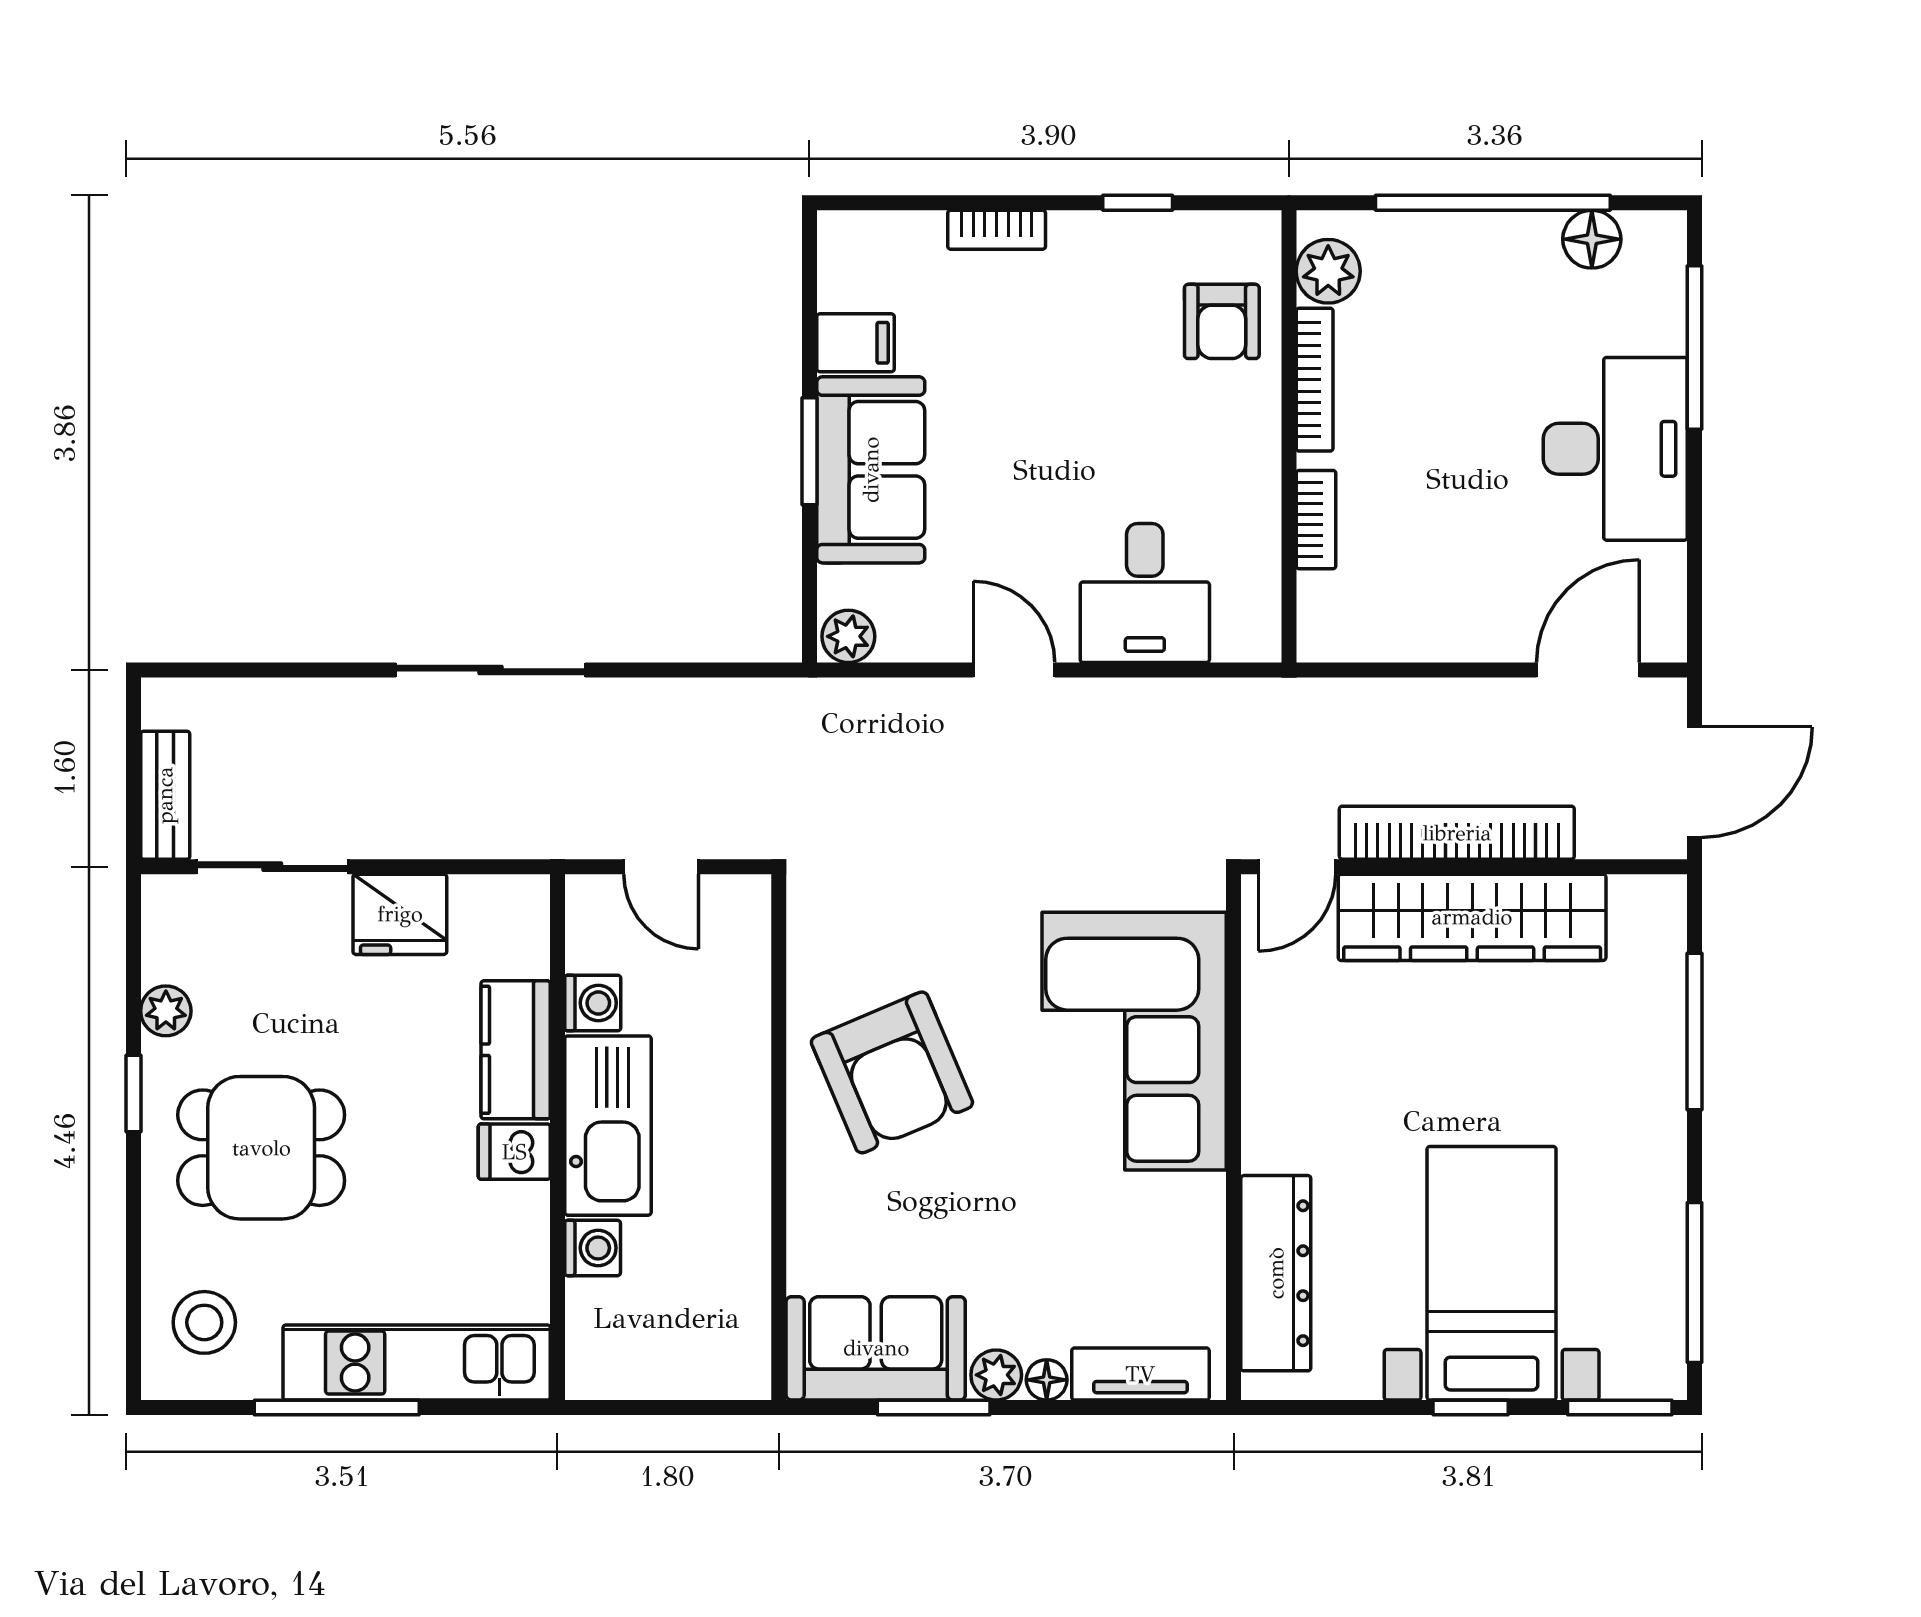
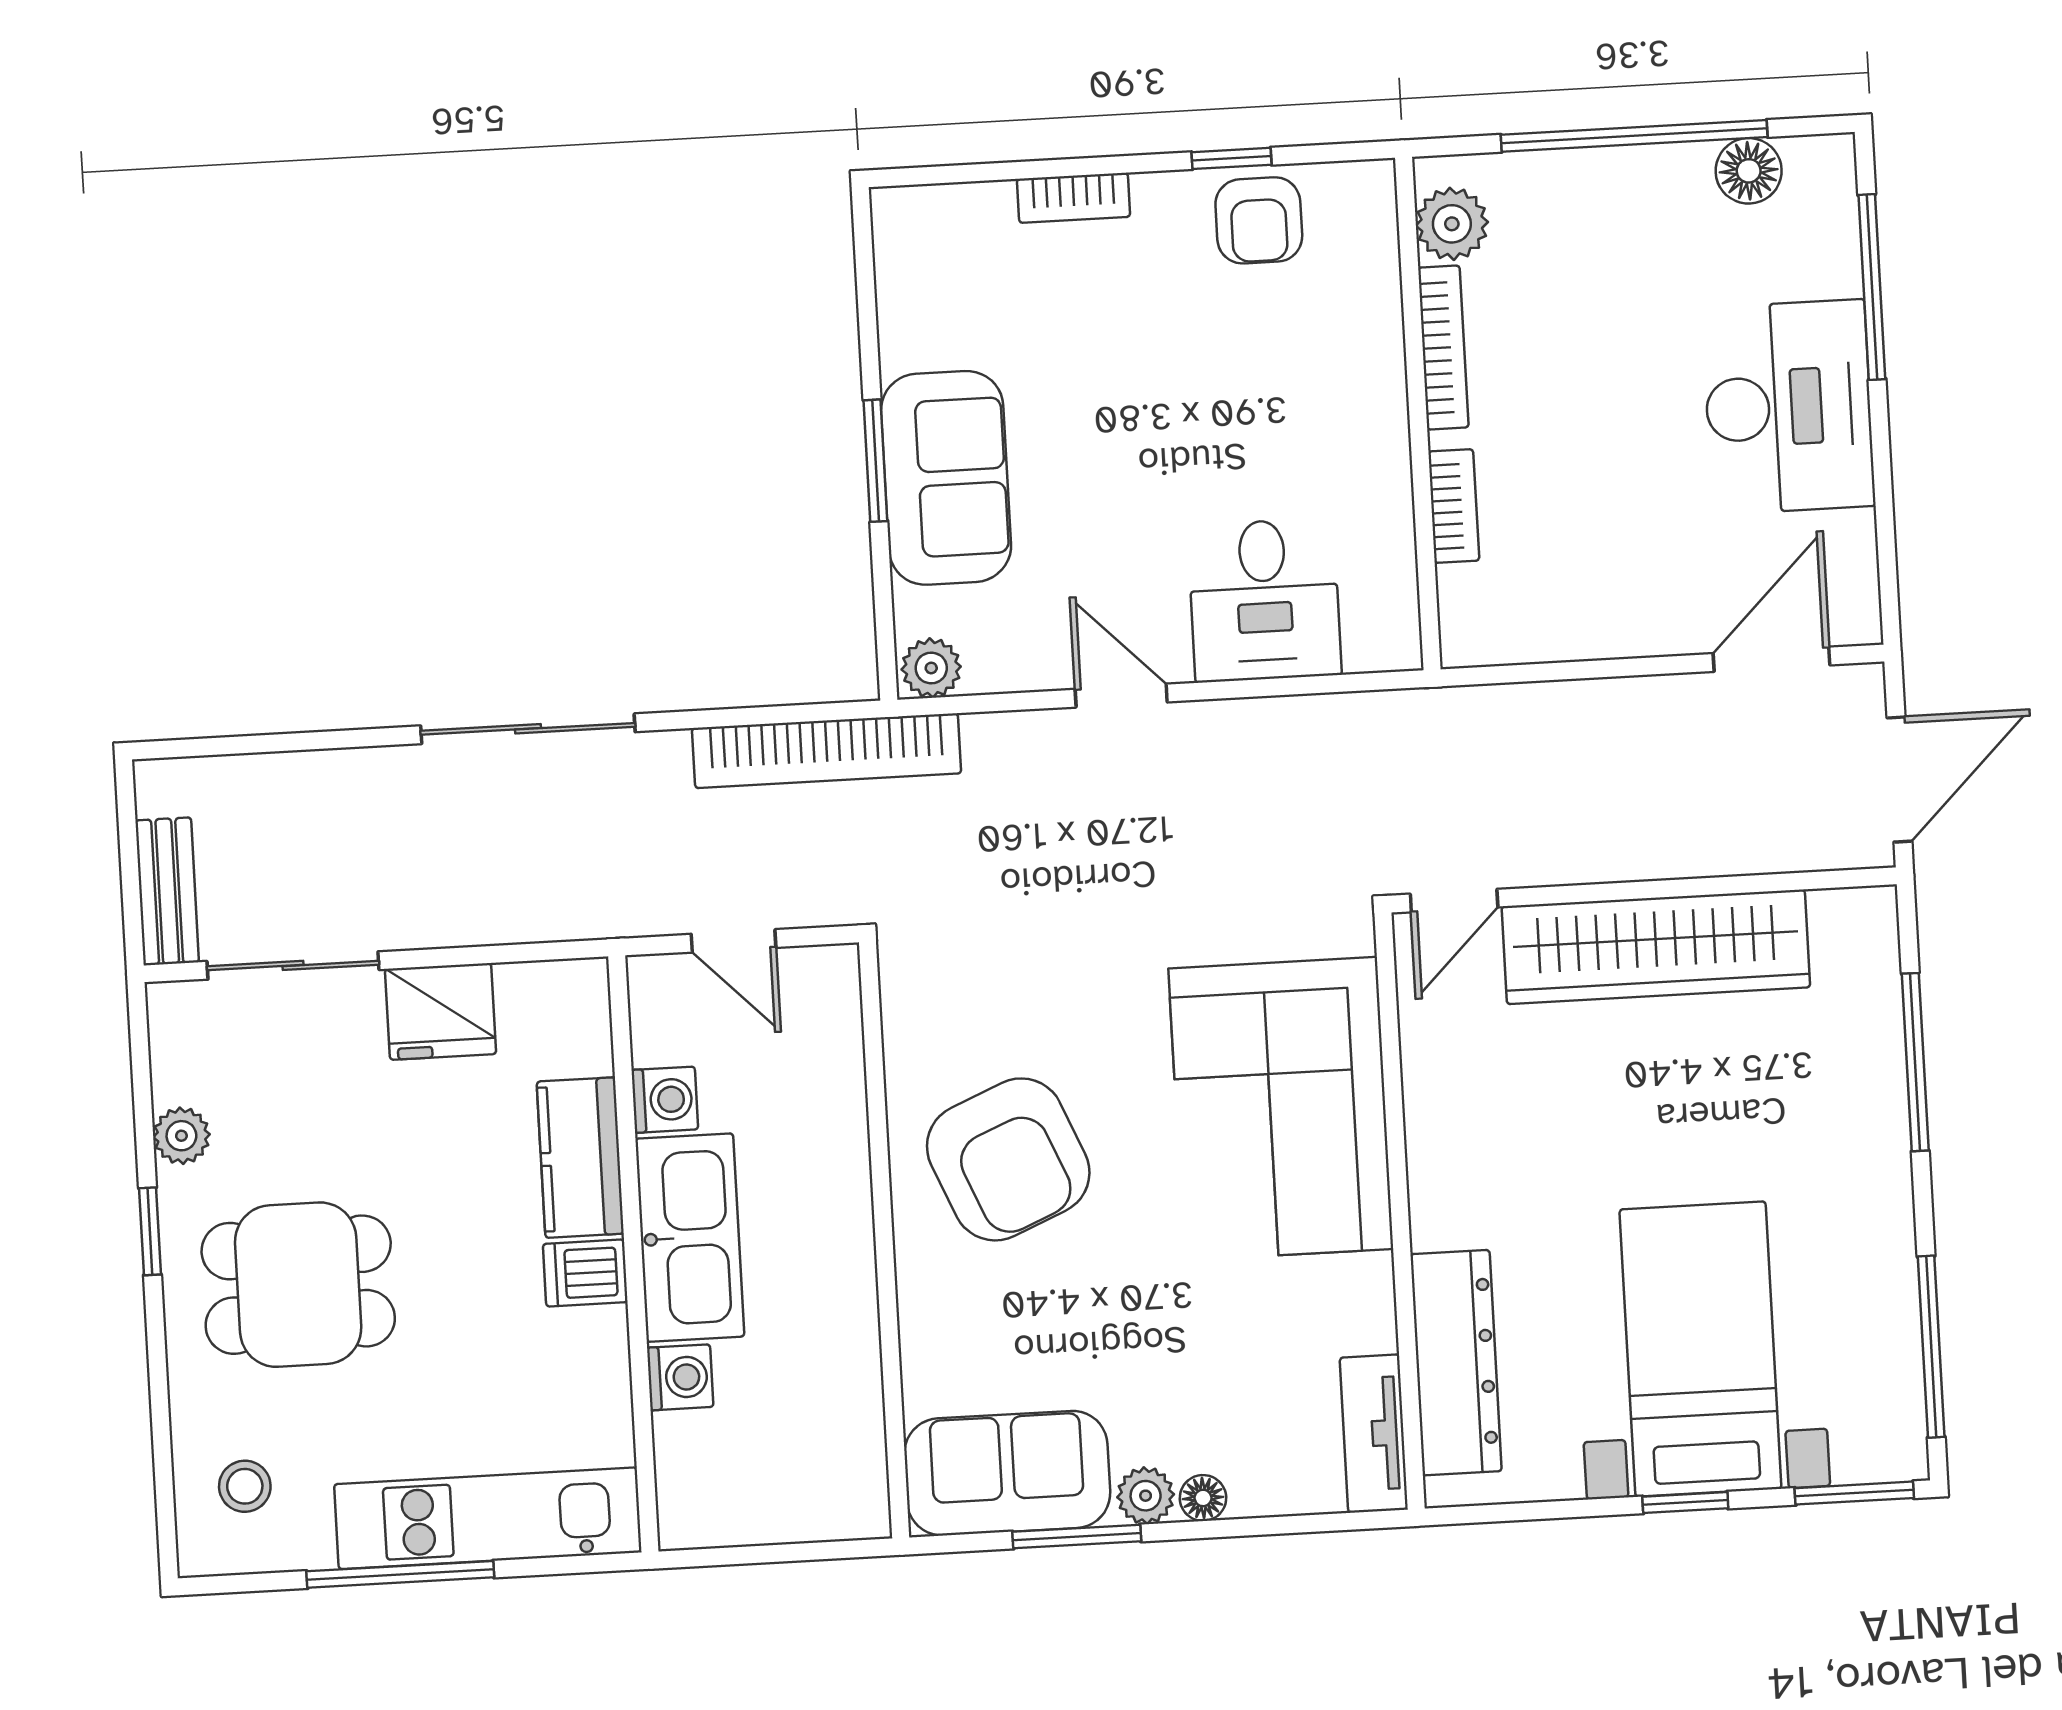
armchair: (1222, 321) -> (1259, 220), moved
filing cabinet: (856, 343) -> (921, 335), removed
bookcase: (1457, 833) -> (827, 751), moved, turned 180
stool: (204, 1322) -> (245, 1486), width x0.73, depth x0.73
tv unit: (1140, 1374) -> (1374, 1434), moved, turned -90

